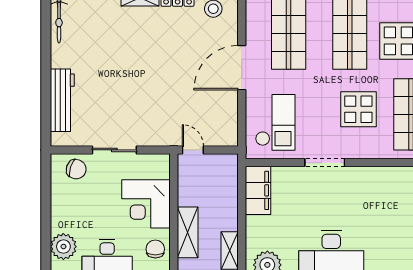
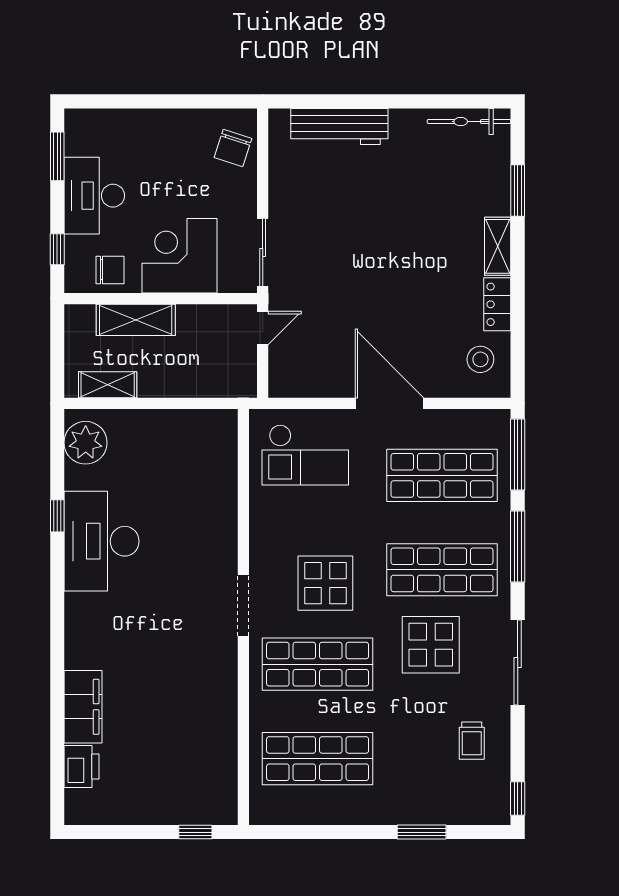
sliding door: (114, 150) -> (263, 252), moved
doorway: (325, 163) -> (243, 605), moved
filing cabinet: (258, 190) -> (200, 428), removed
plant: (63, 247) -> (114, 128), removed

